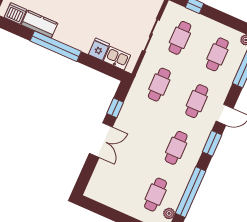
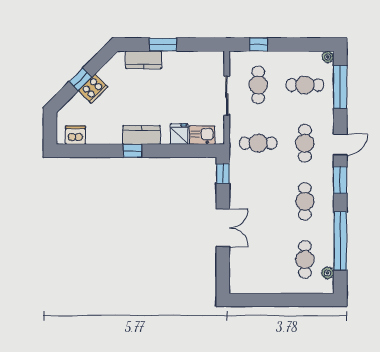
kitchen counter: (39, 24) -> (141, 135), moved
window: (56, 46) -> (133, 151), width x0.32
cafe table: (217, 54) -> (305, 85), turned 90
cafe table: (159, 85) -> (258, 143), turned 90
window: (115, 108) -> (223, 174), moved

